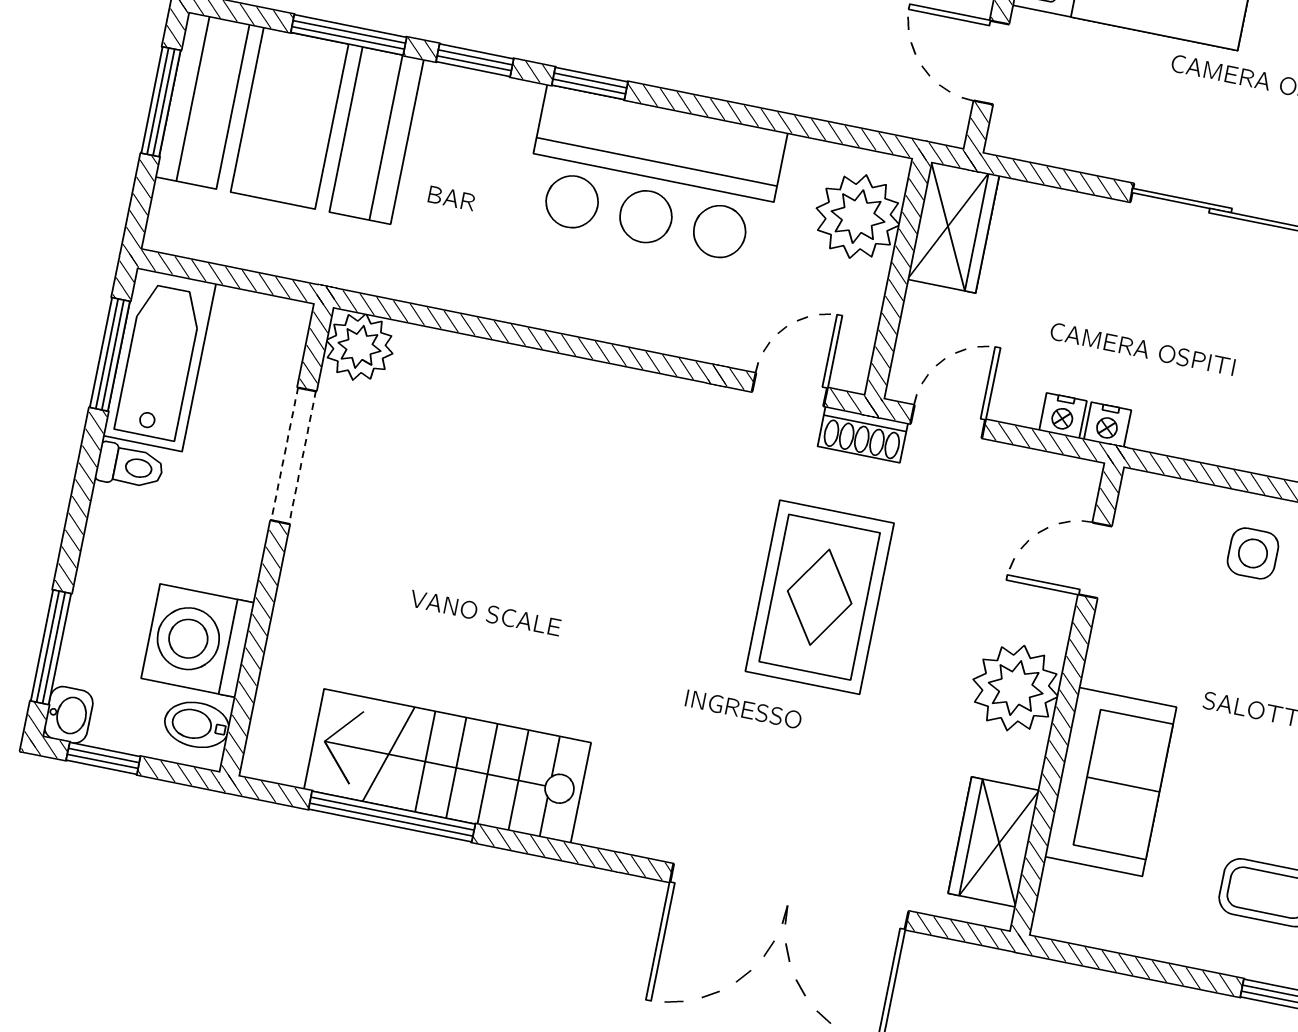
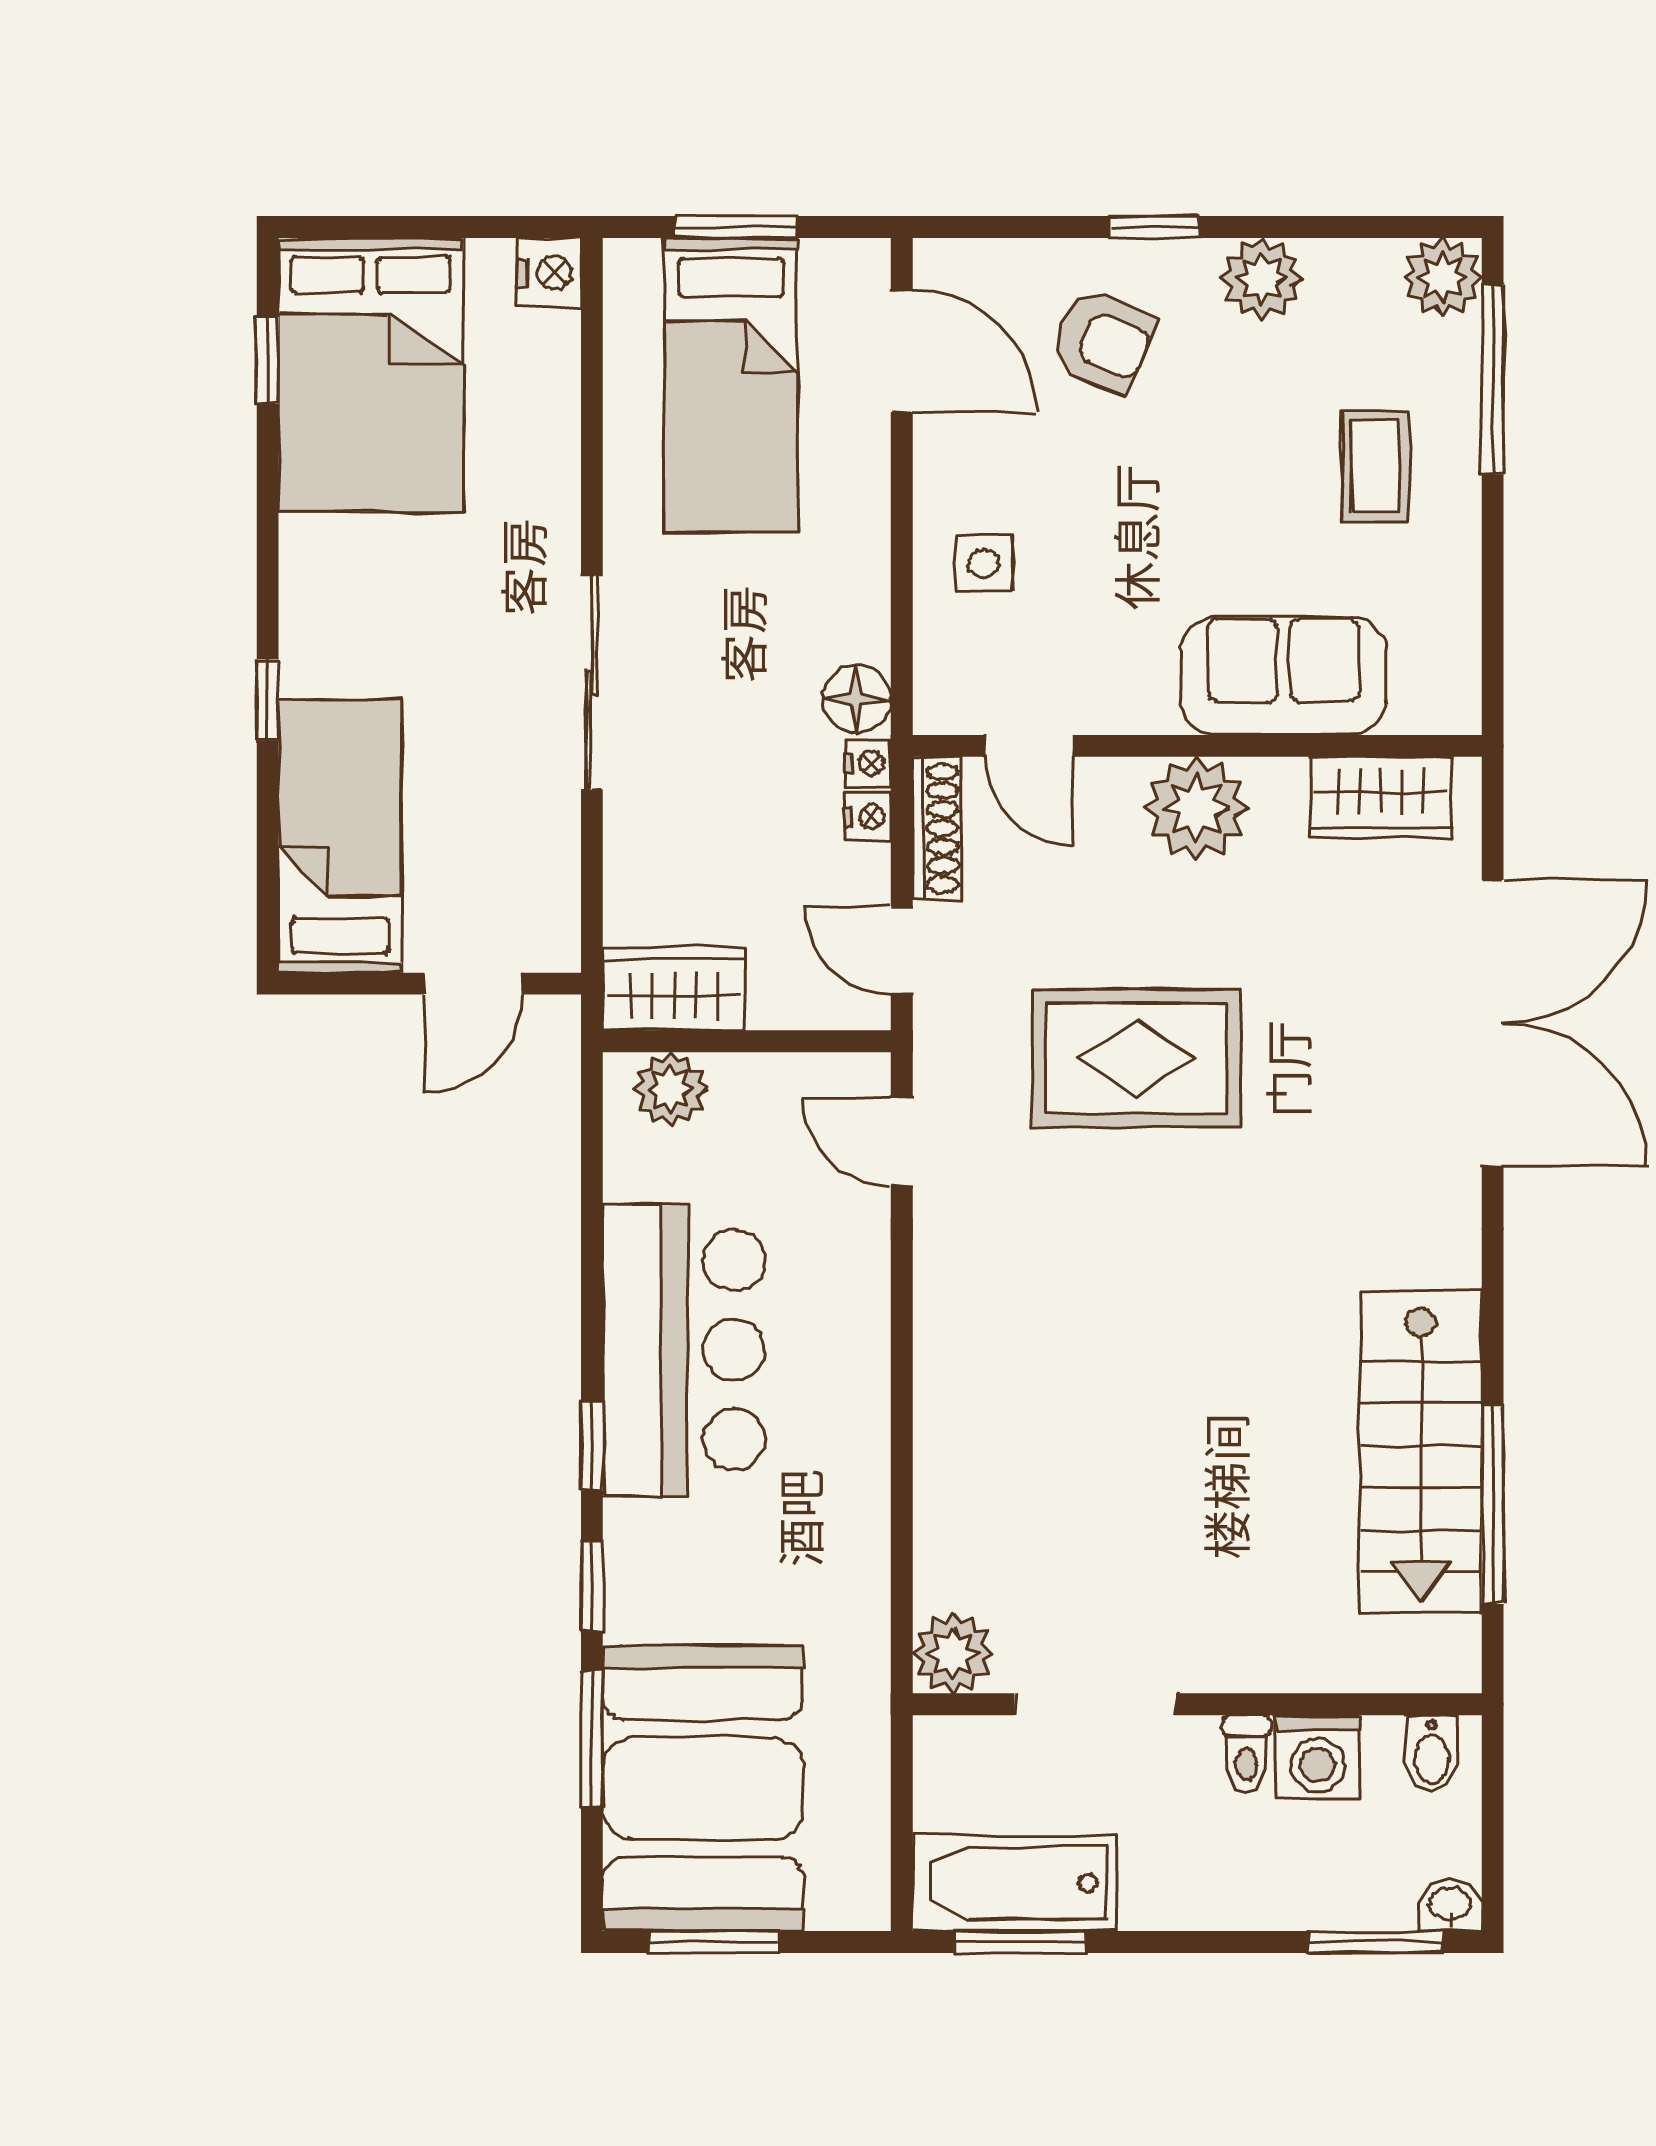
plant: (858, 217) -> (671, 1089), width x0.73, depth x0.73
floor lamp: (1162, 426) -> (857, 699), added
shoe rack: (863, 435) -> (937, 828), moved, width x1.43
toilet: (130, 466) -> (1246, 1754), moved, turned 180
washing machine: (198, 641) -> (1318, 1757), width x0.73, depth x0.73
window: (103, 758) -> (1493, 1855), removed

